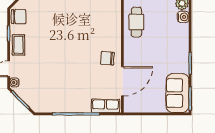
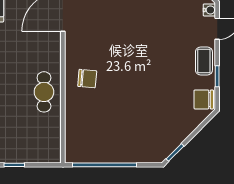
chair: (107, 58) -> (87, 79), moved

